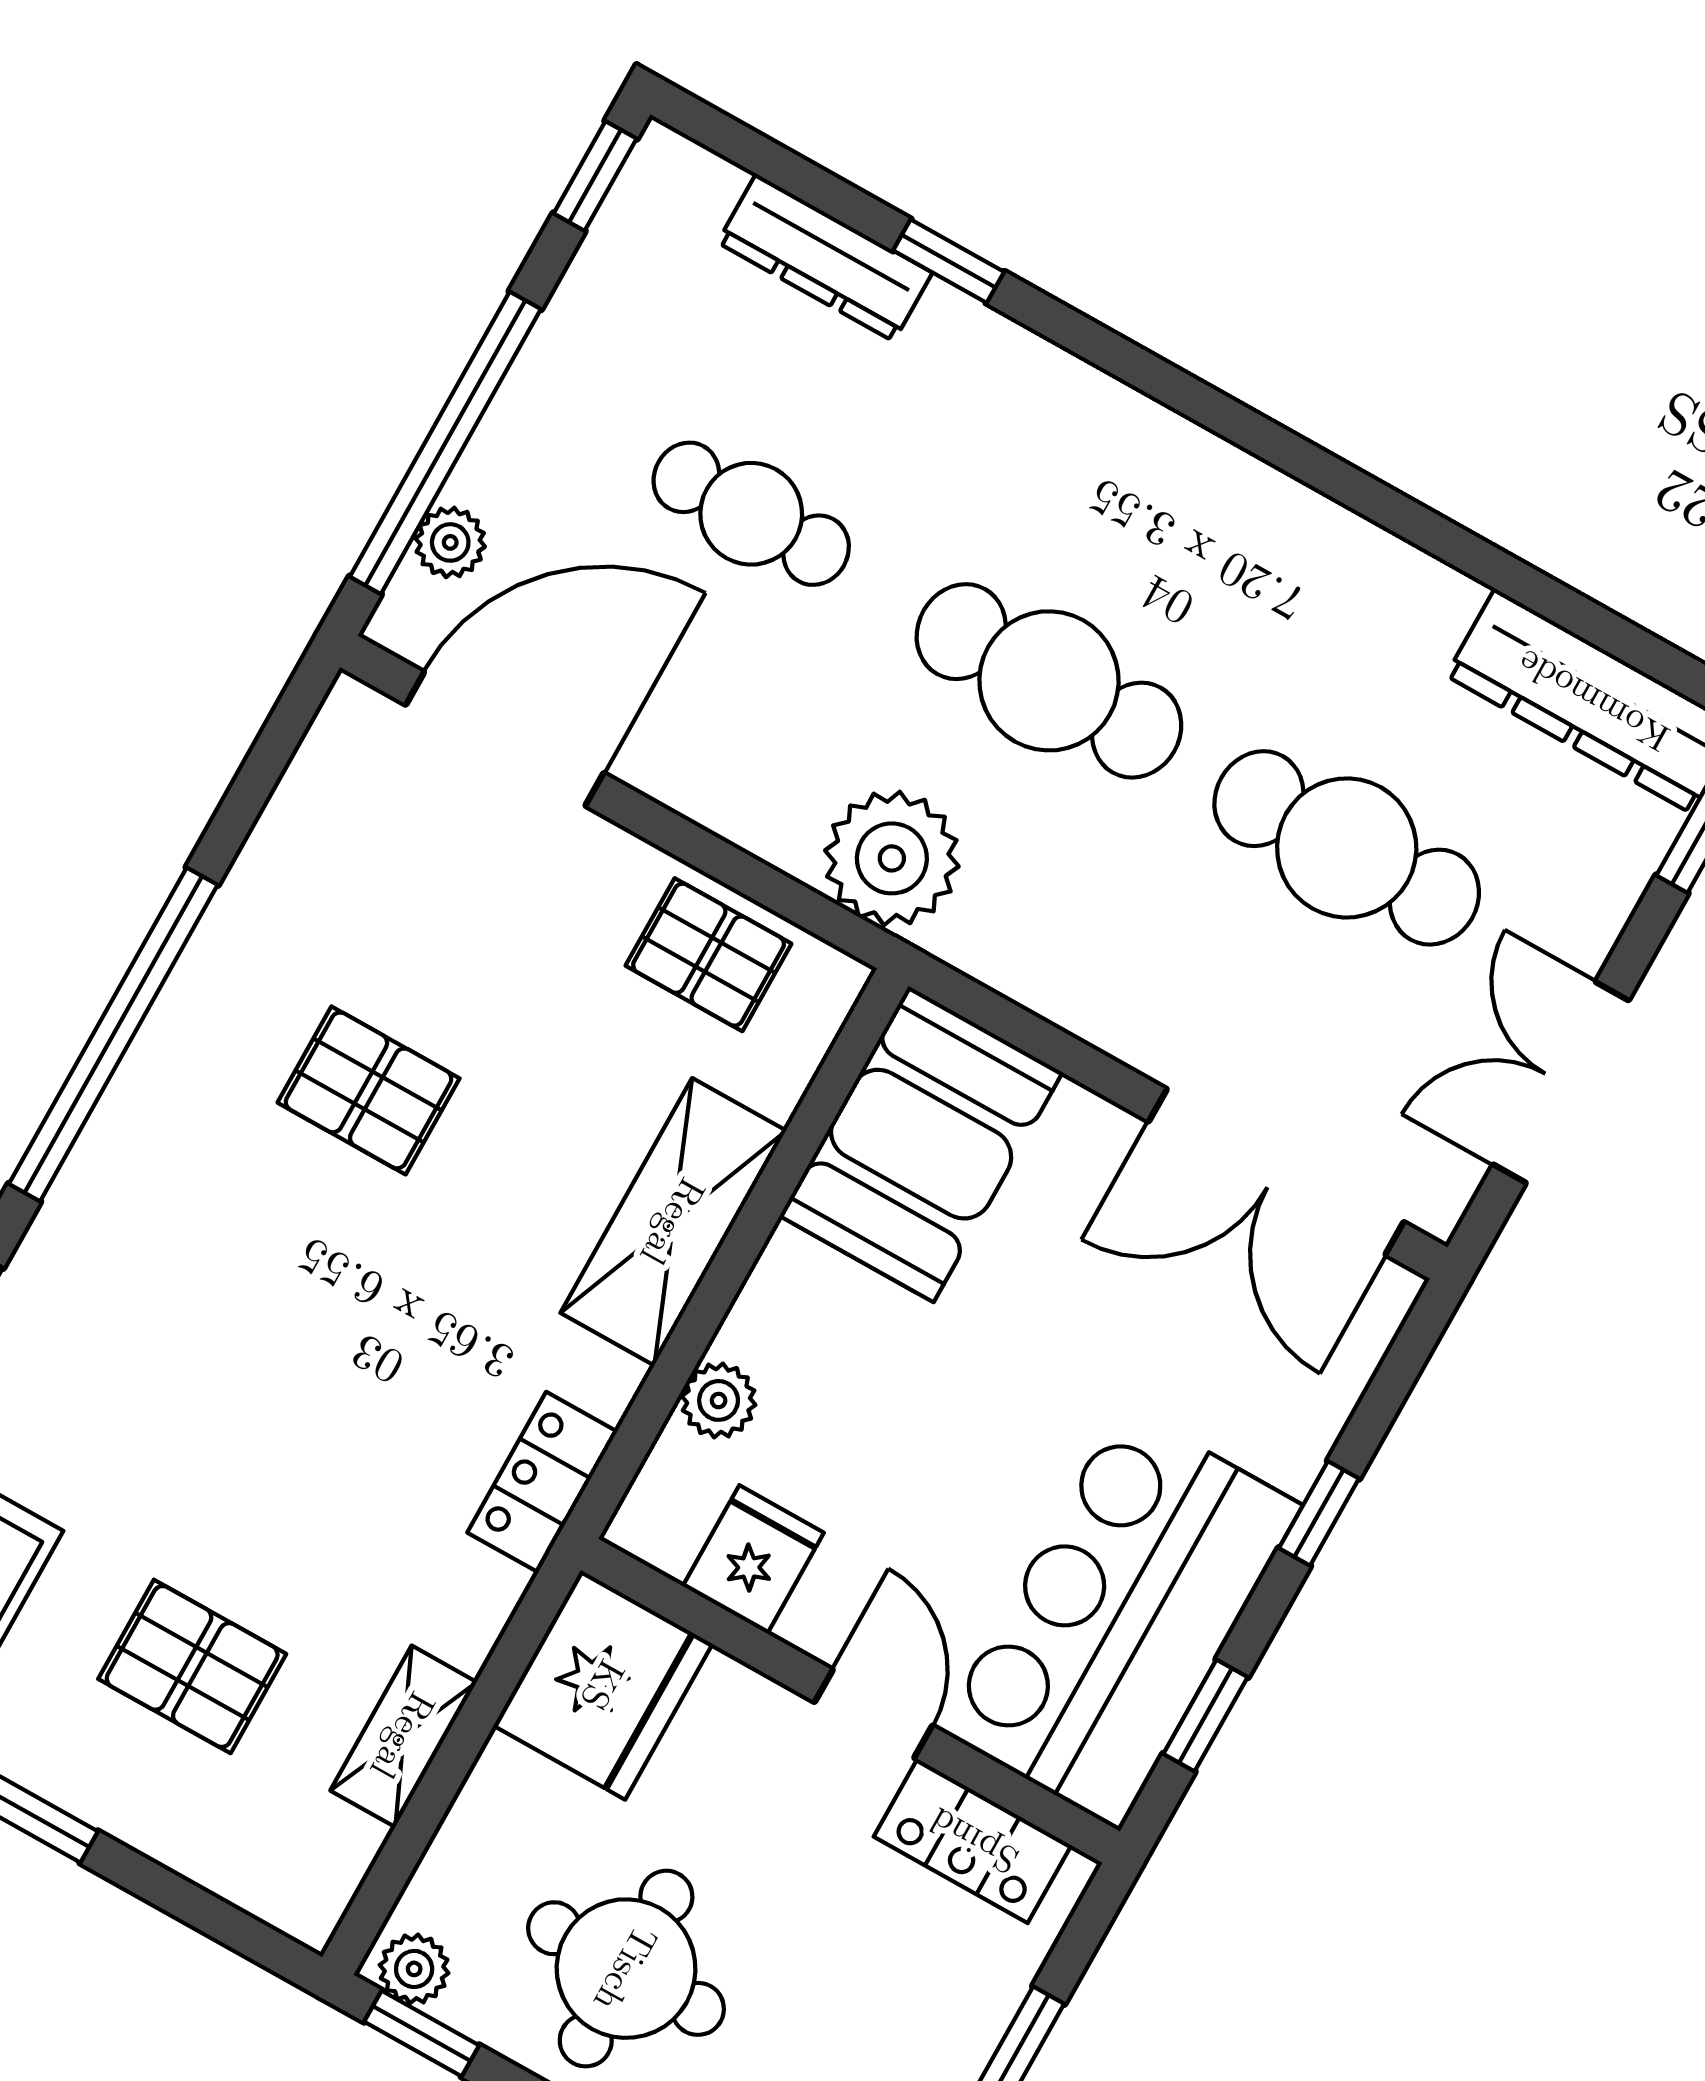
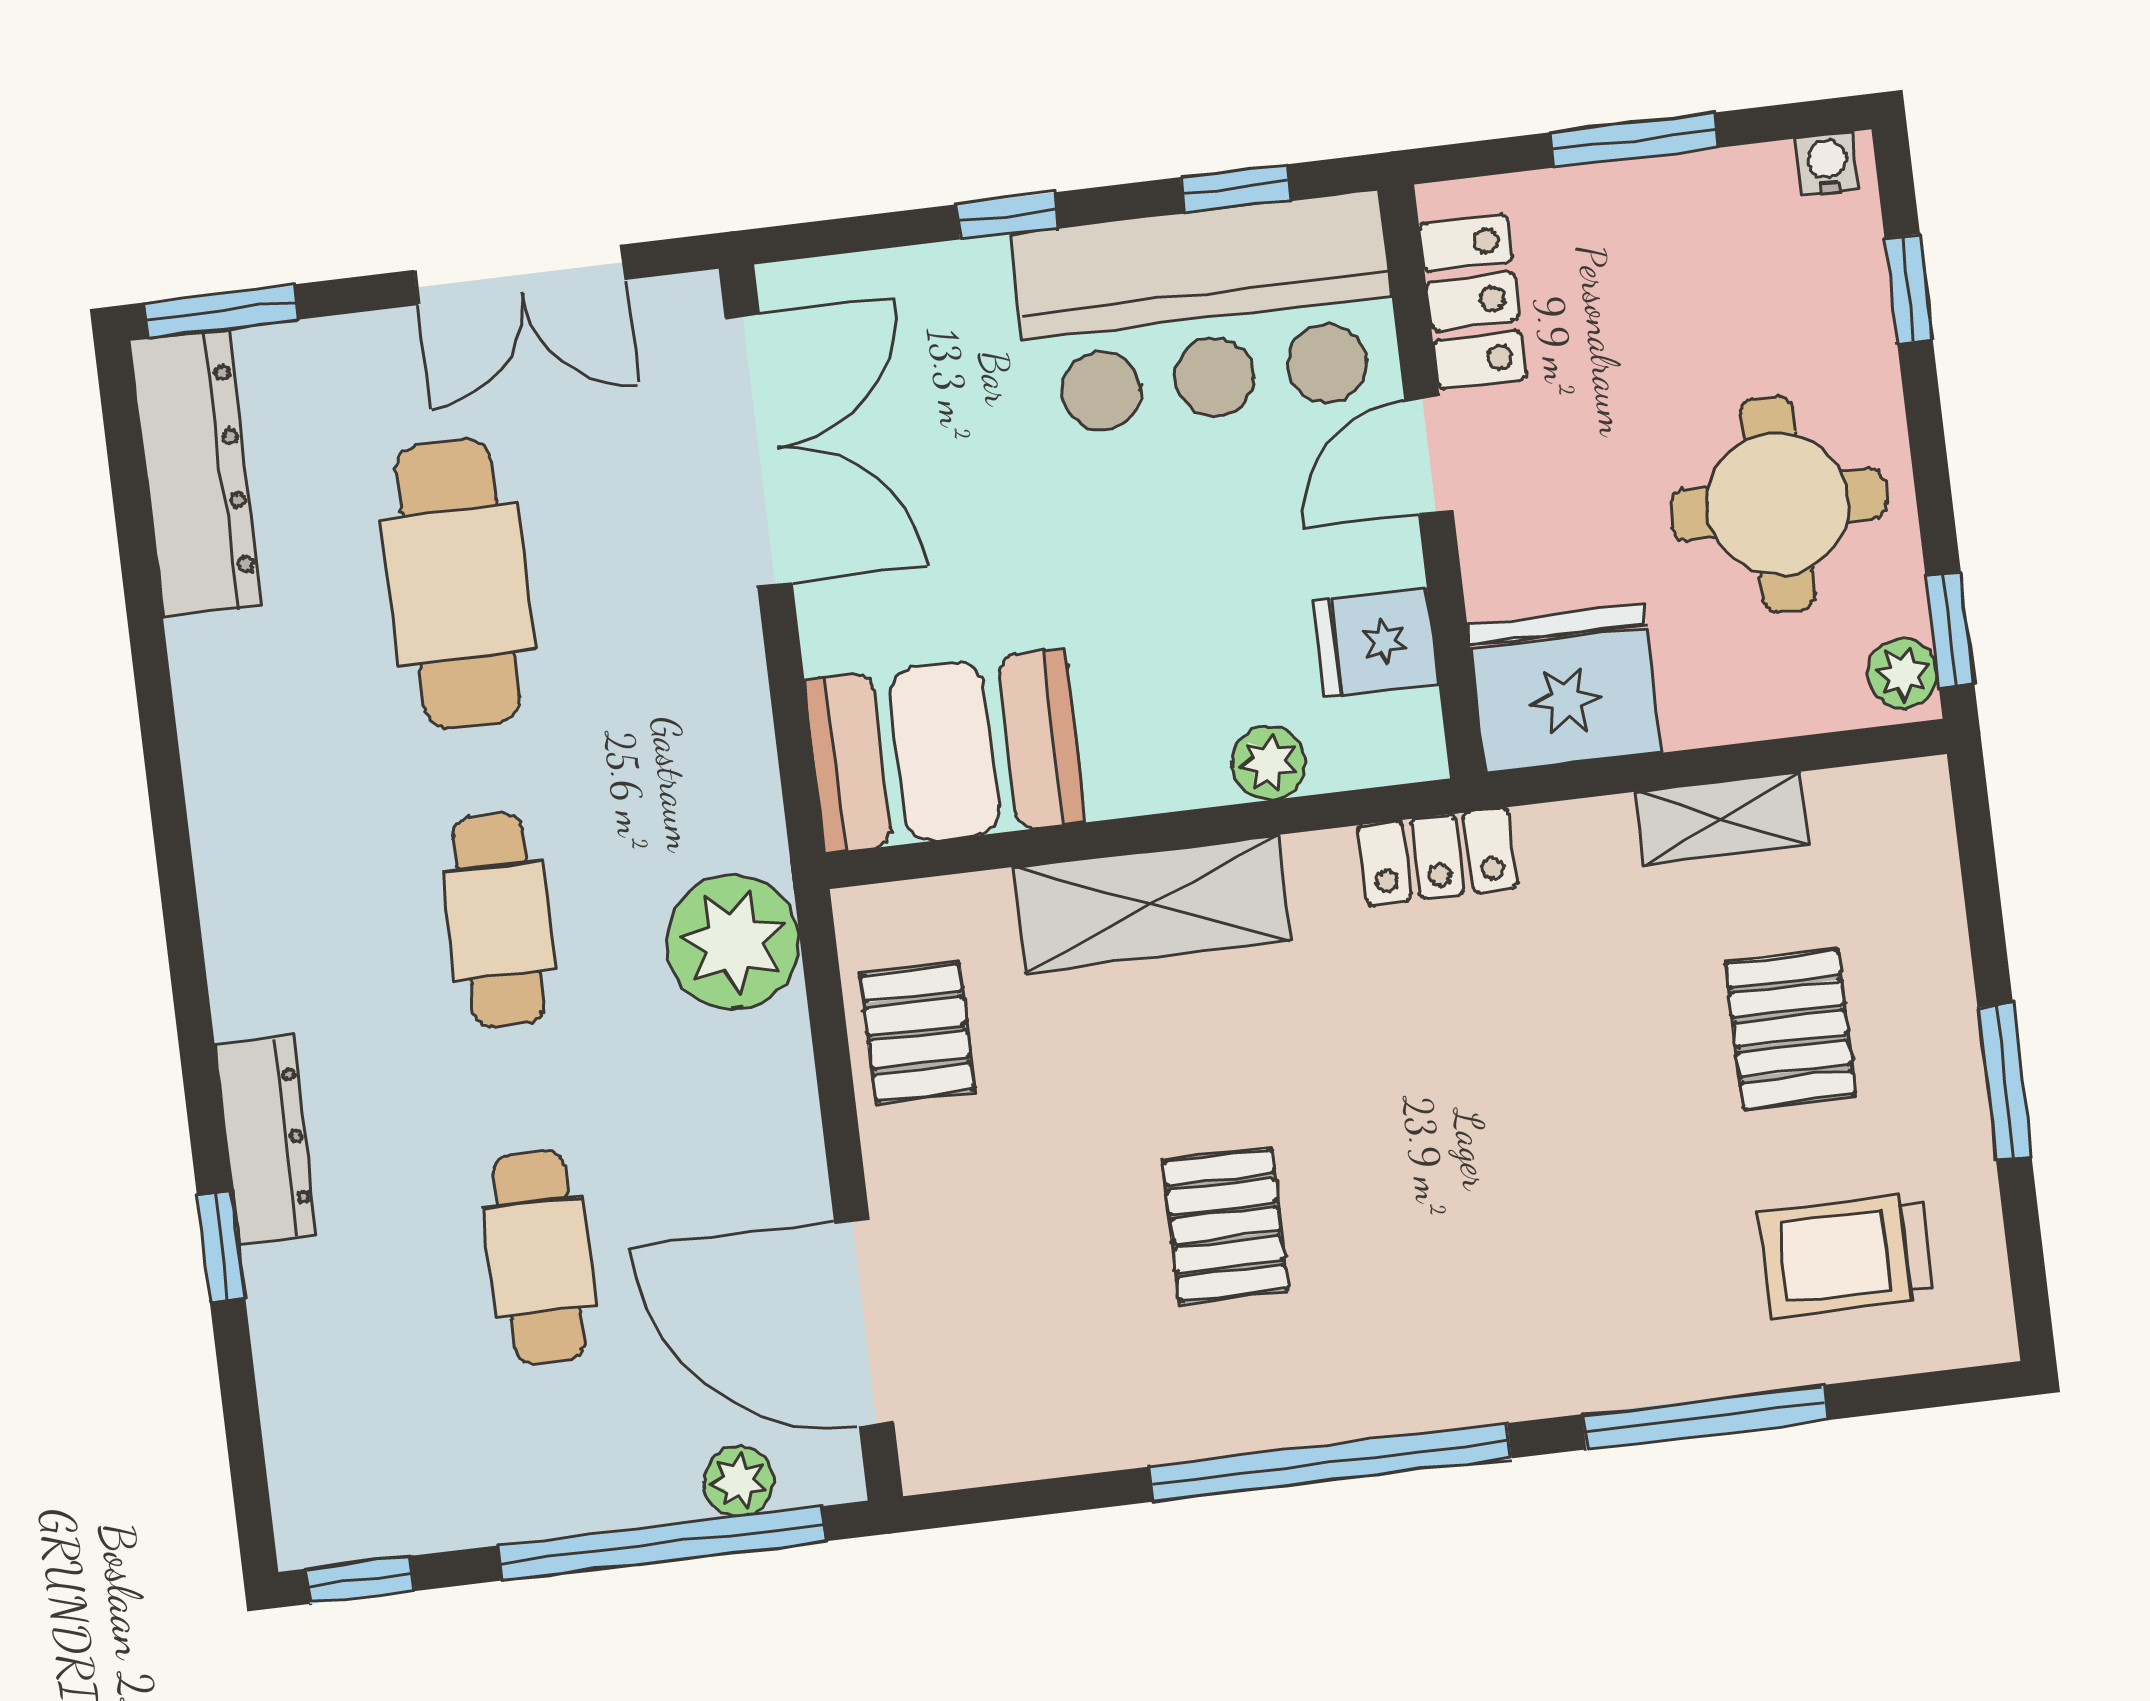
dresser: (825, 258) -> (266, 1140), moved
cafe table: (1049, 681) -> (499, 920), width x0.73, depth x0.74

